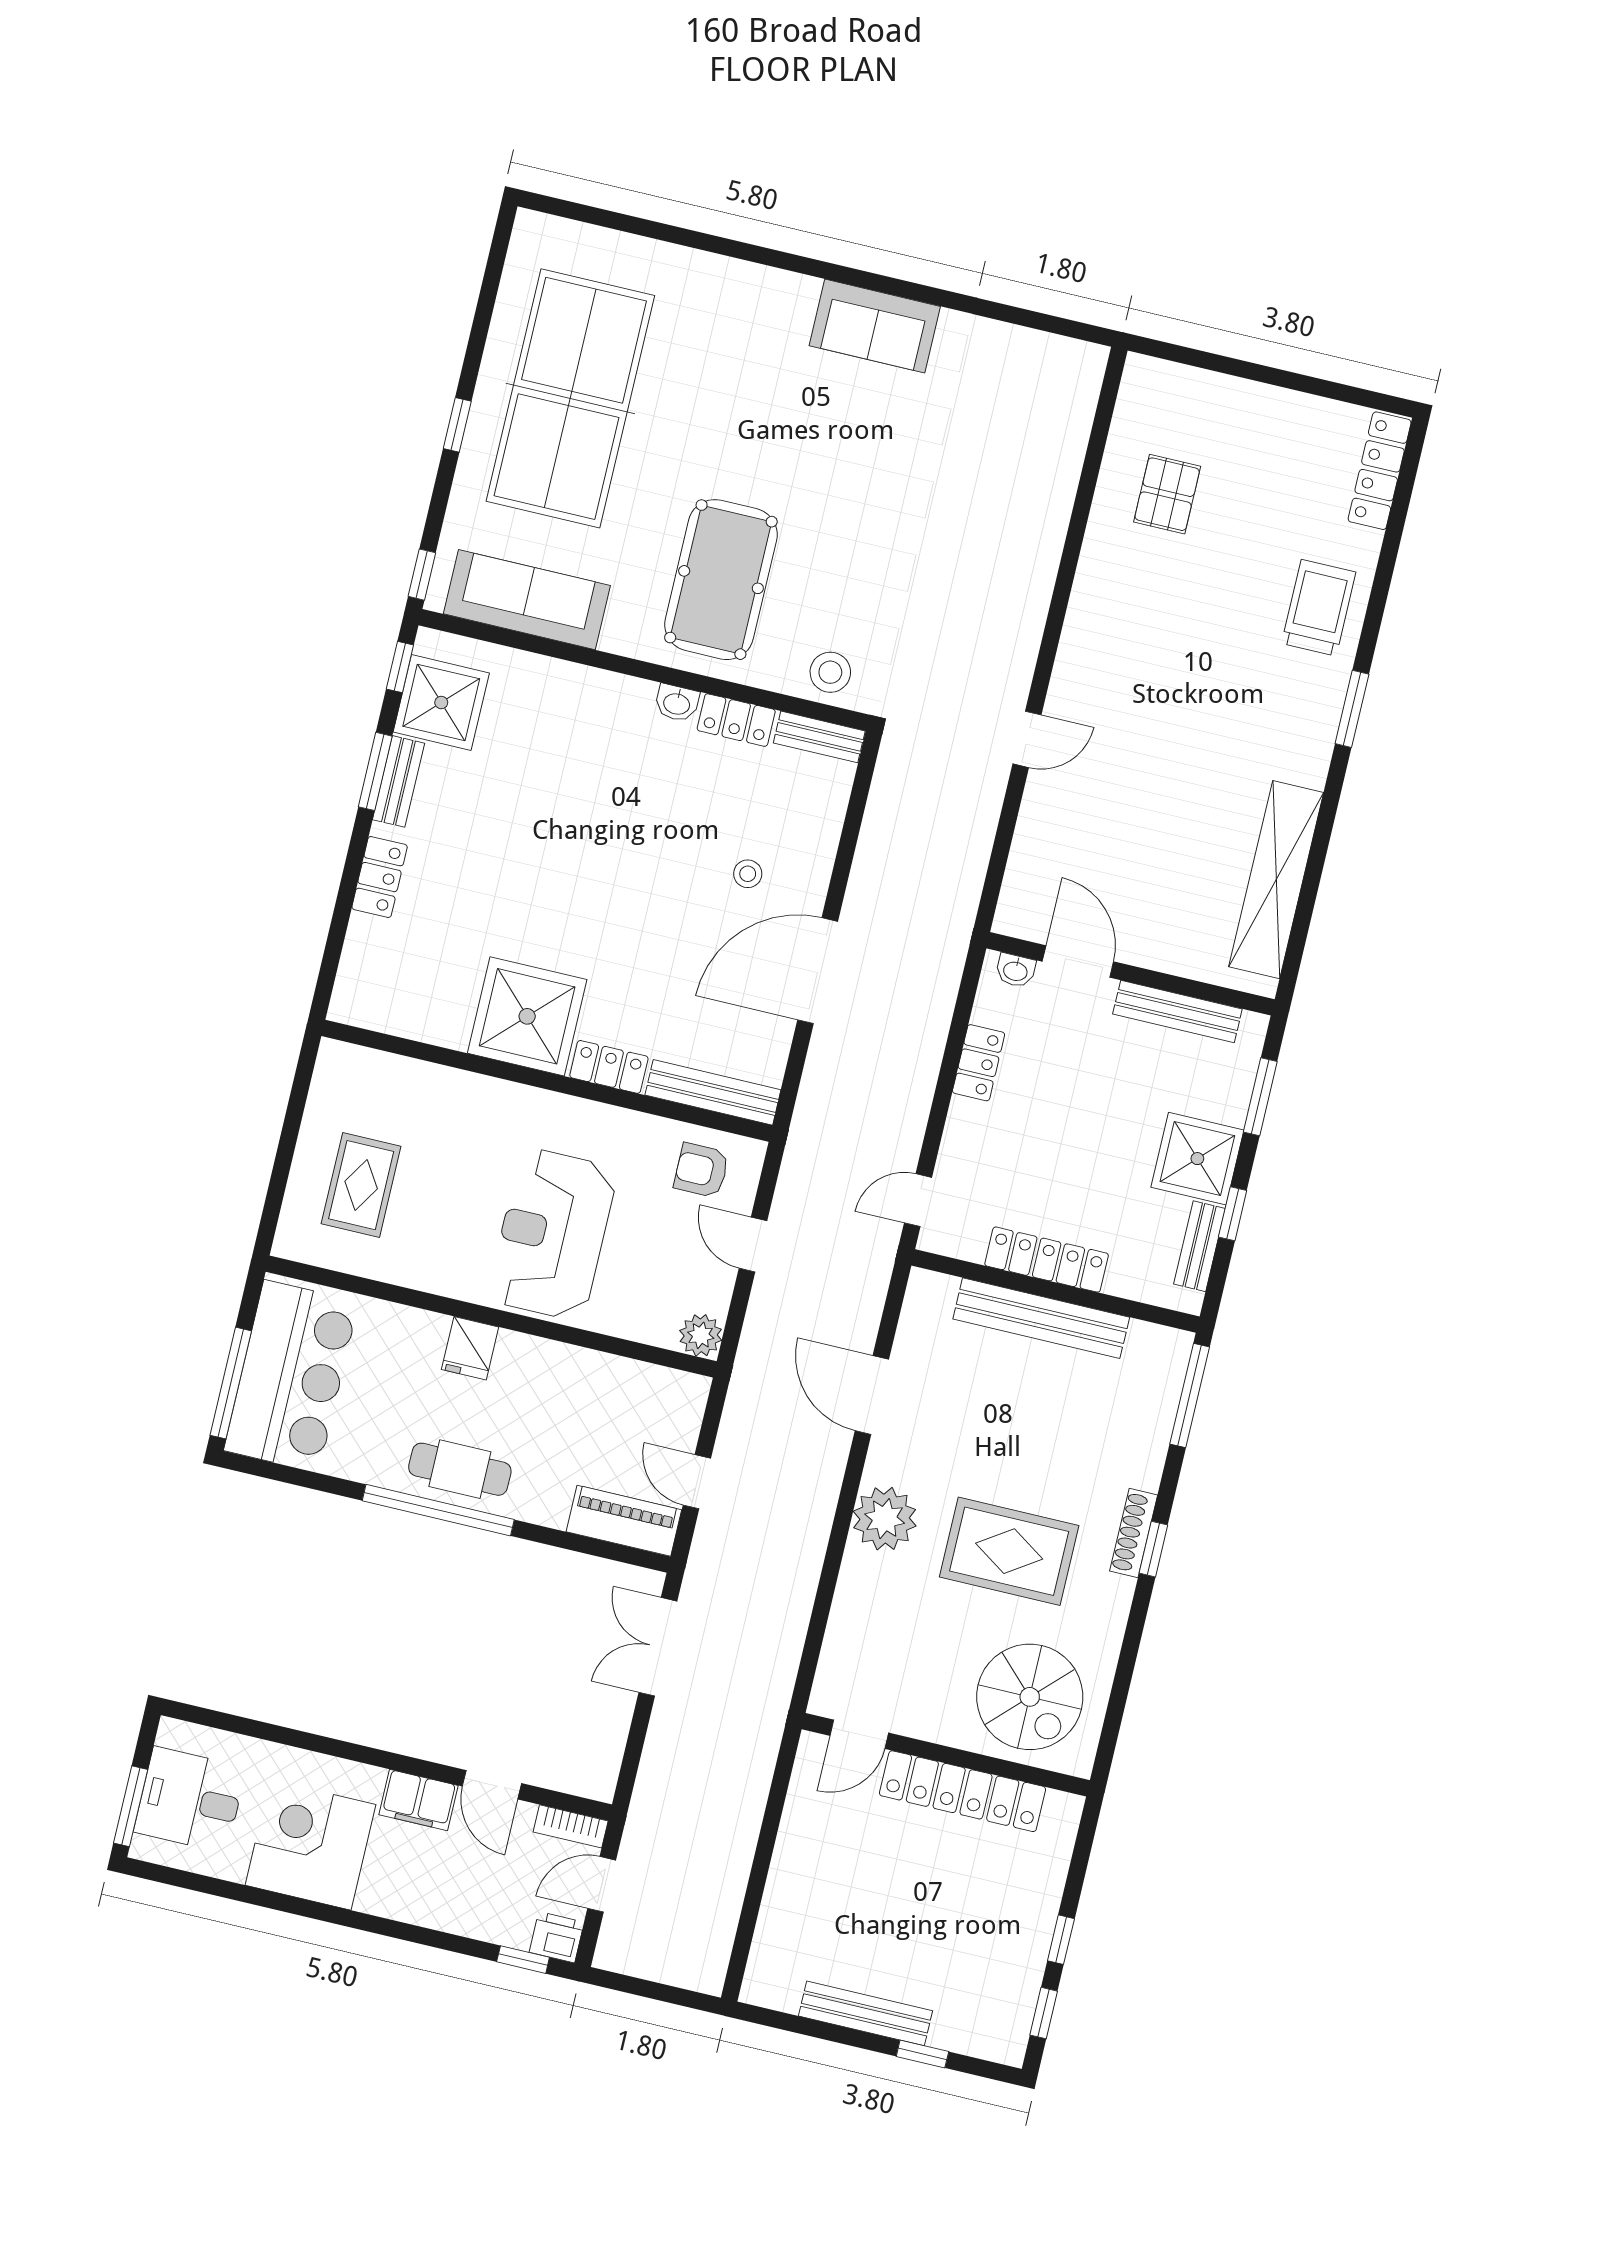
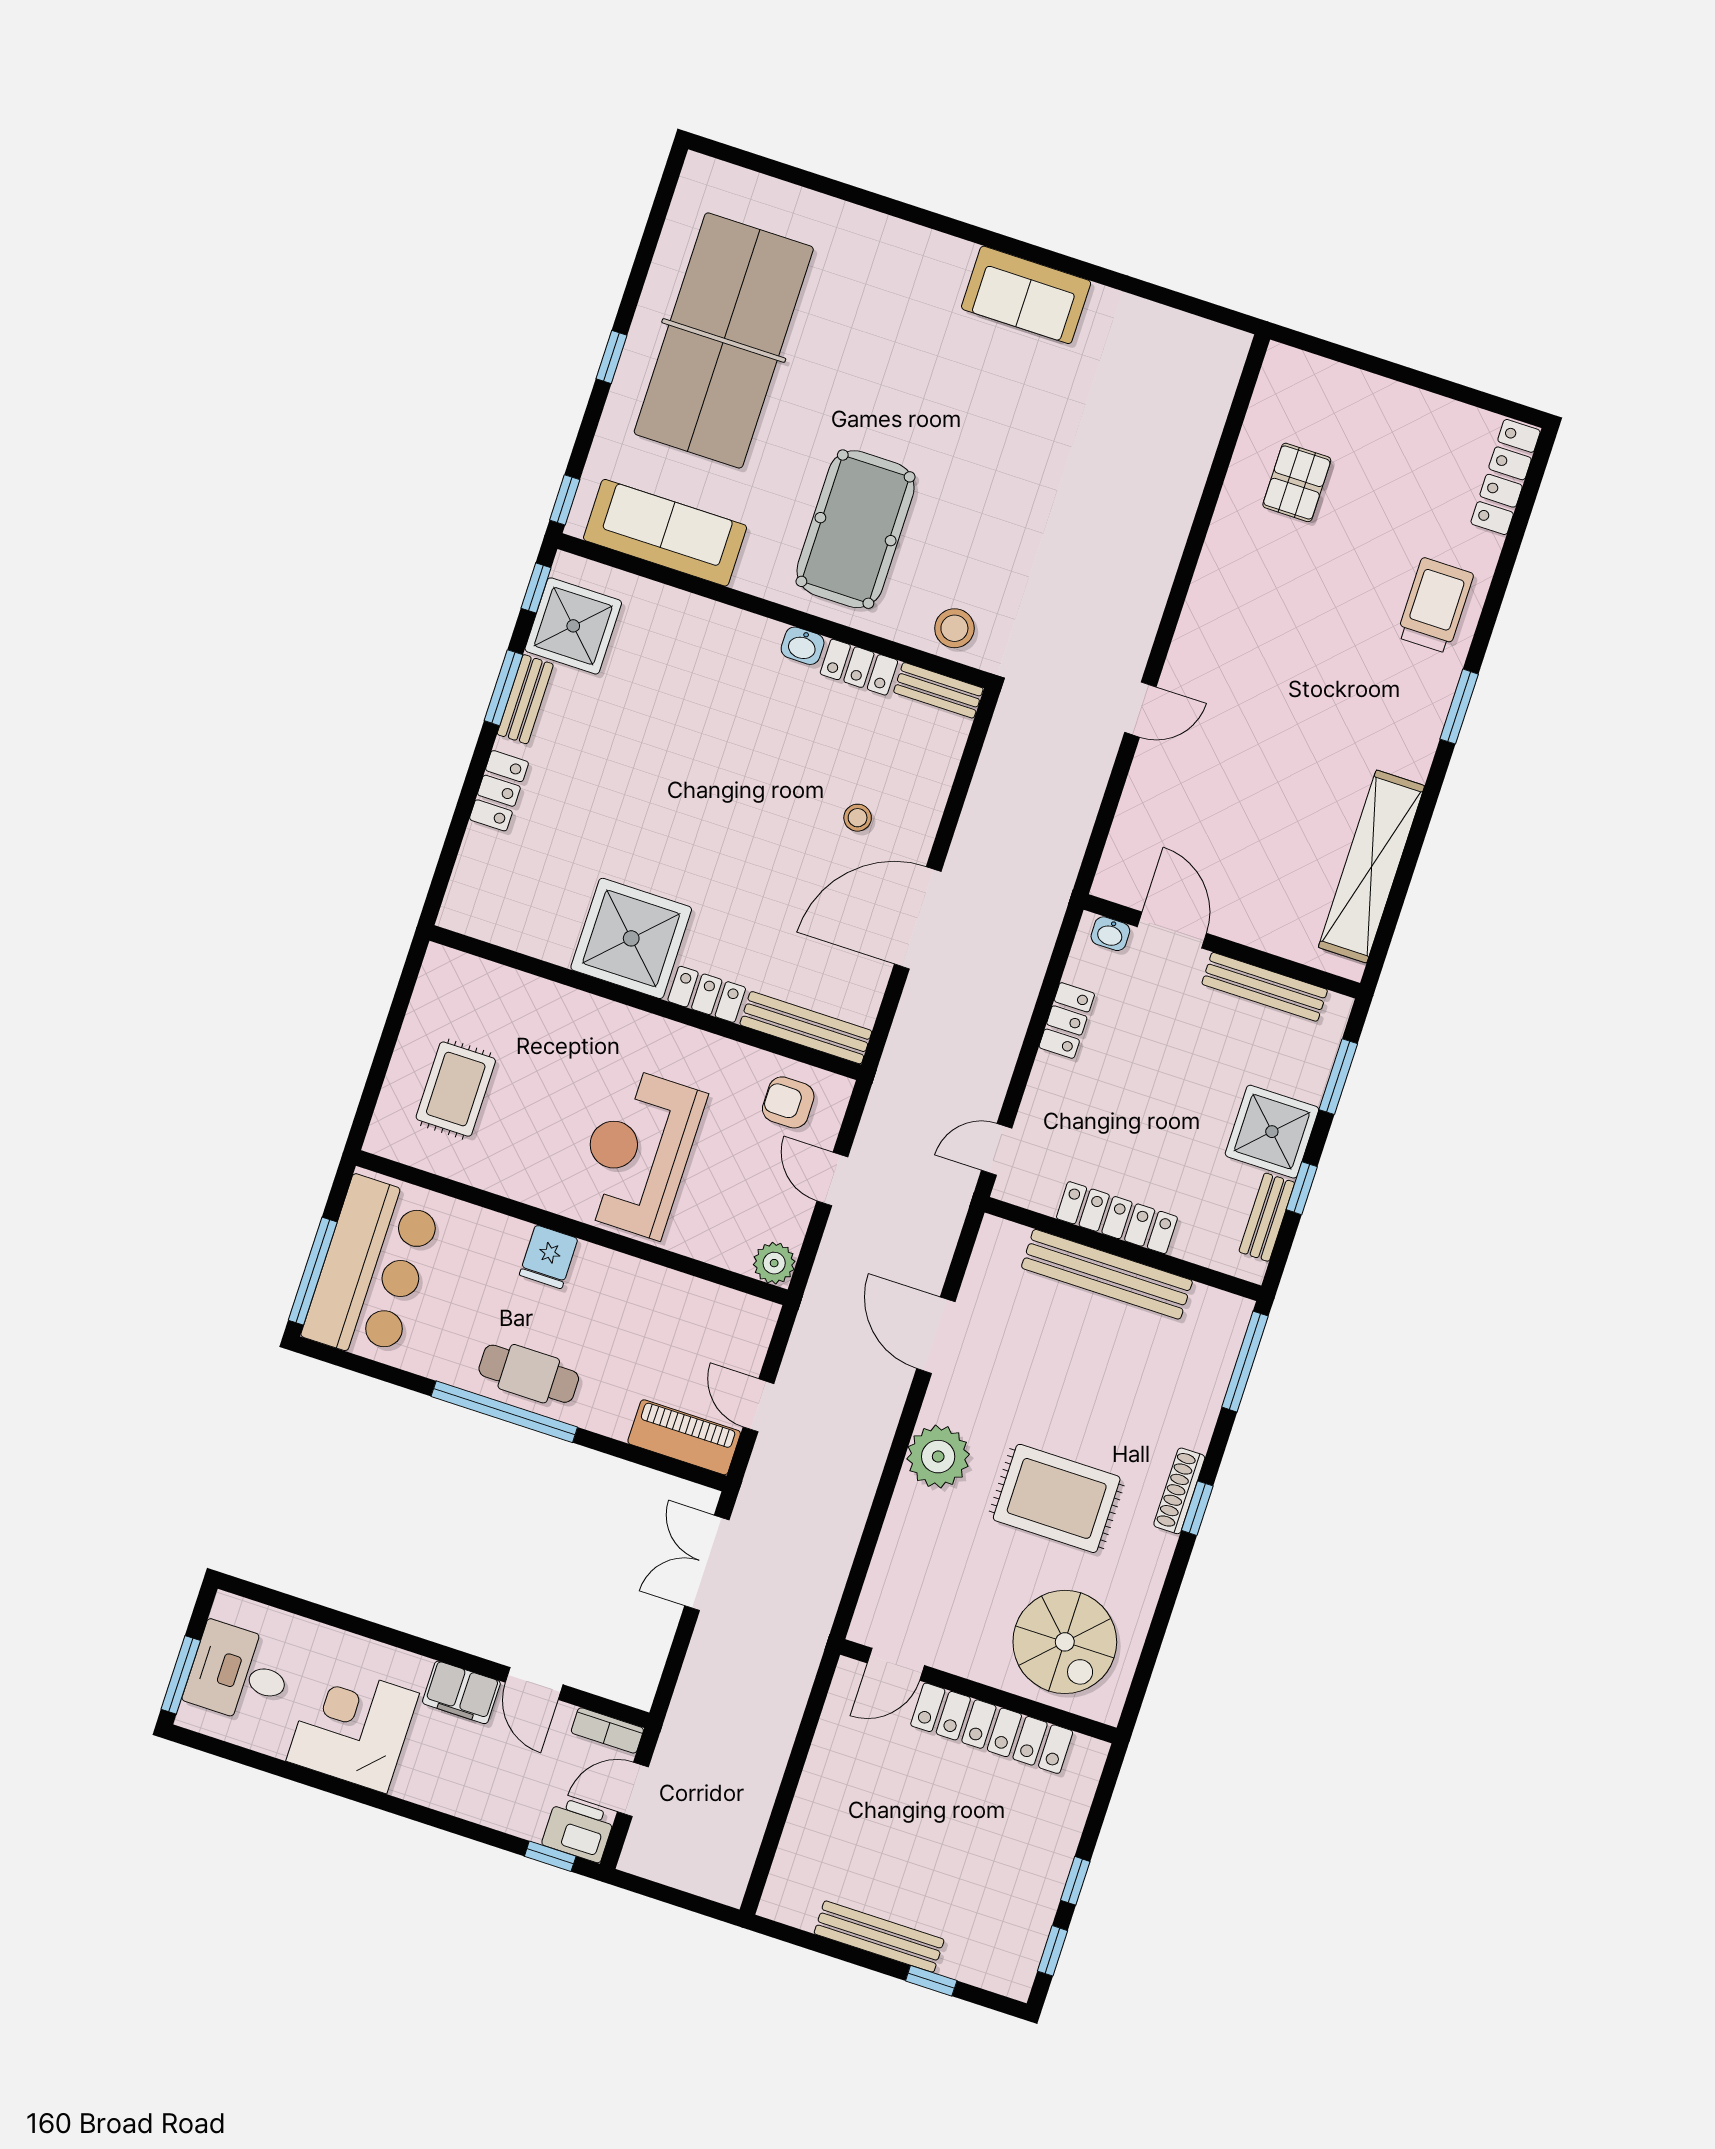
printer: (557, 1937) -> (578, 1830), width x1.36, depth x1.24

